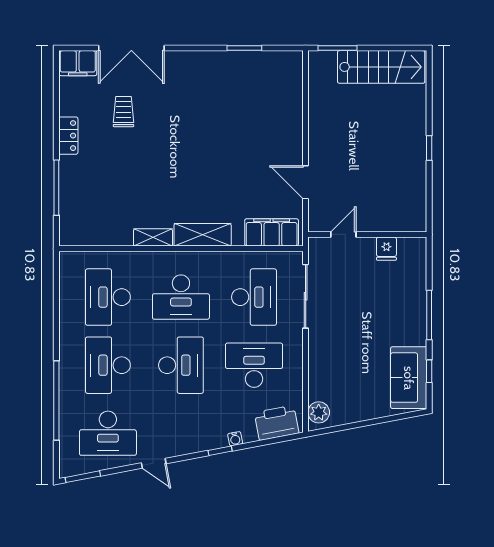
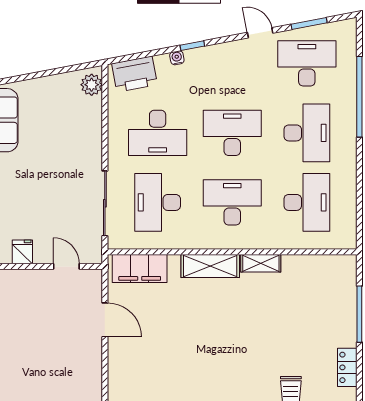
door: (343, 234) -> (66, 266), swing flipped
desk: (181, 365) -> (232, 133), turned 90
window: (83, 477) -> (309, 23), moved

